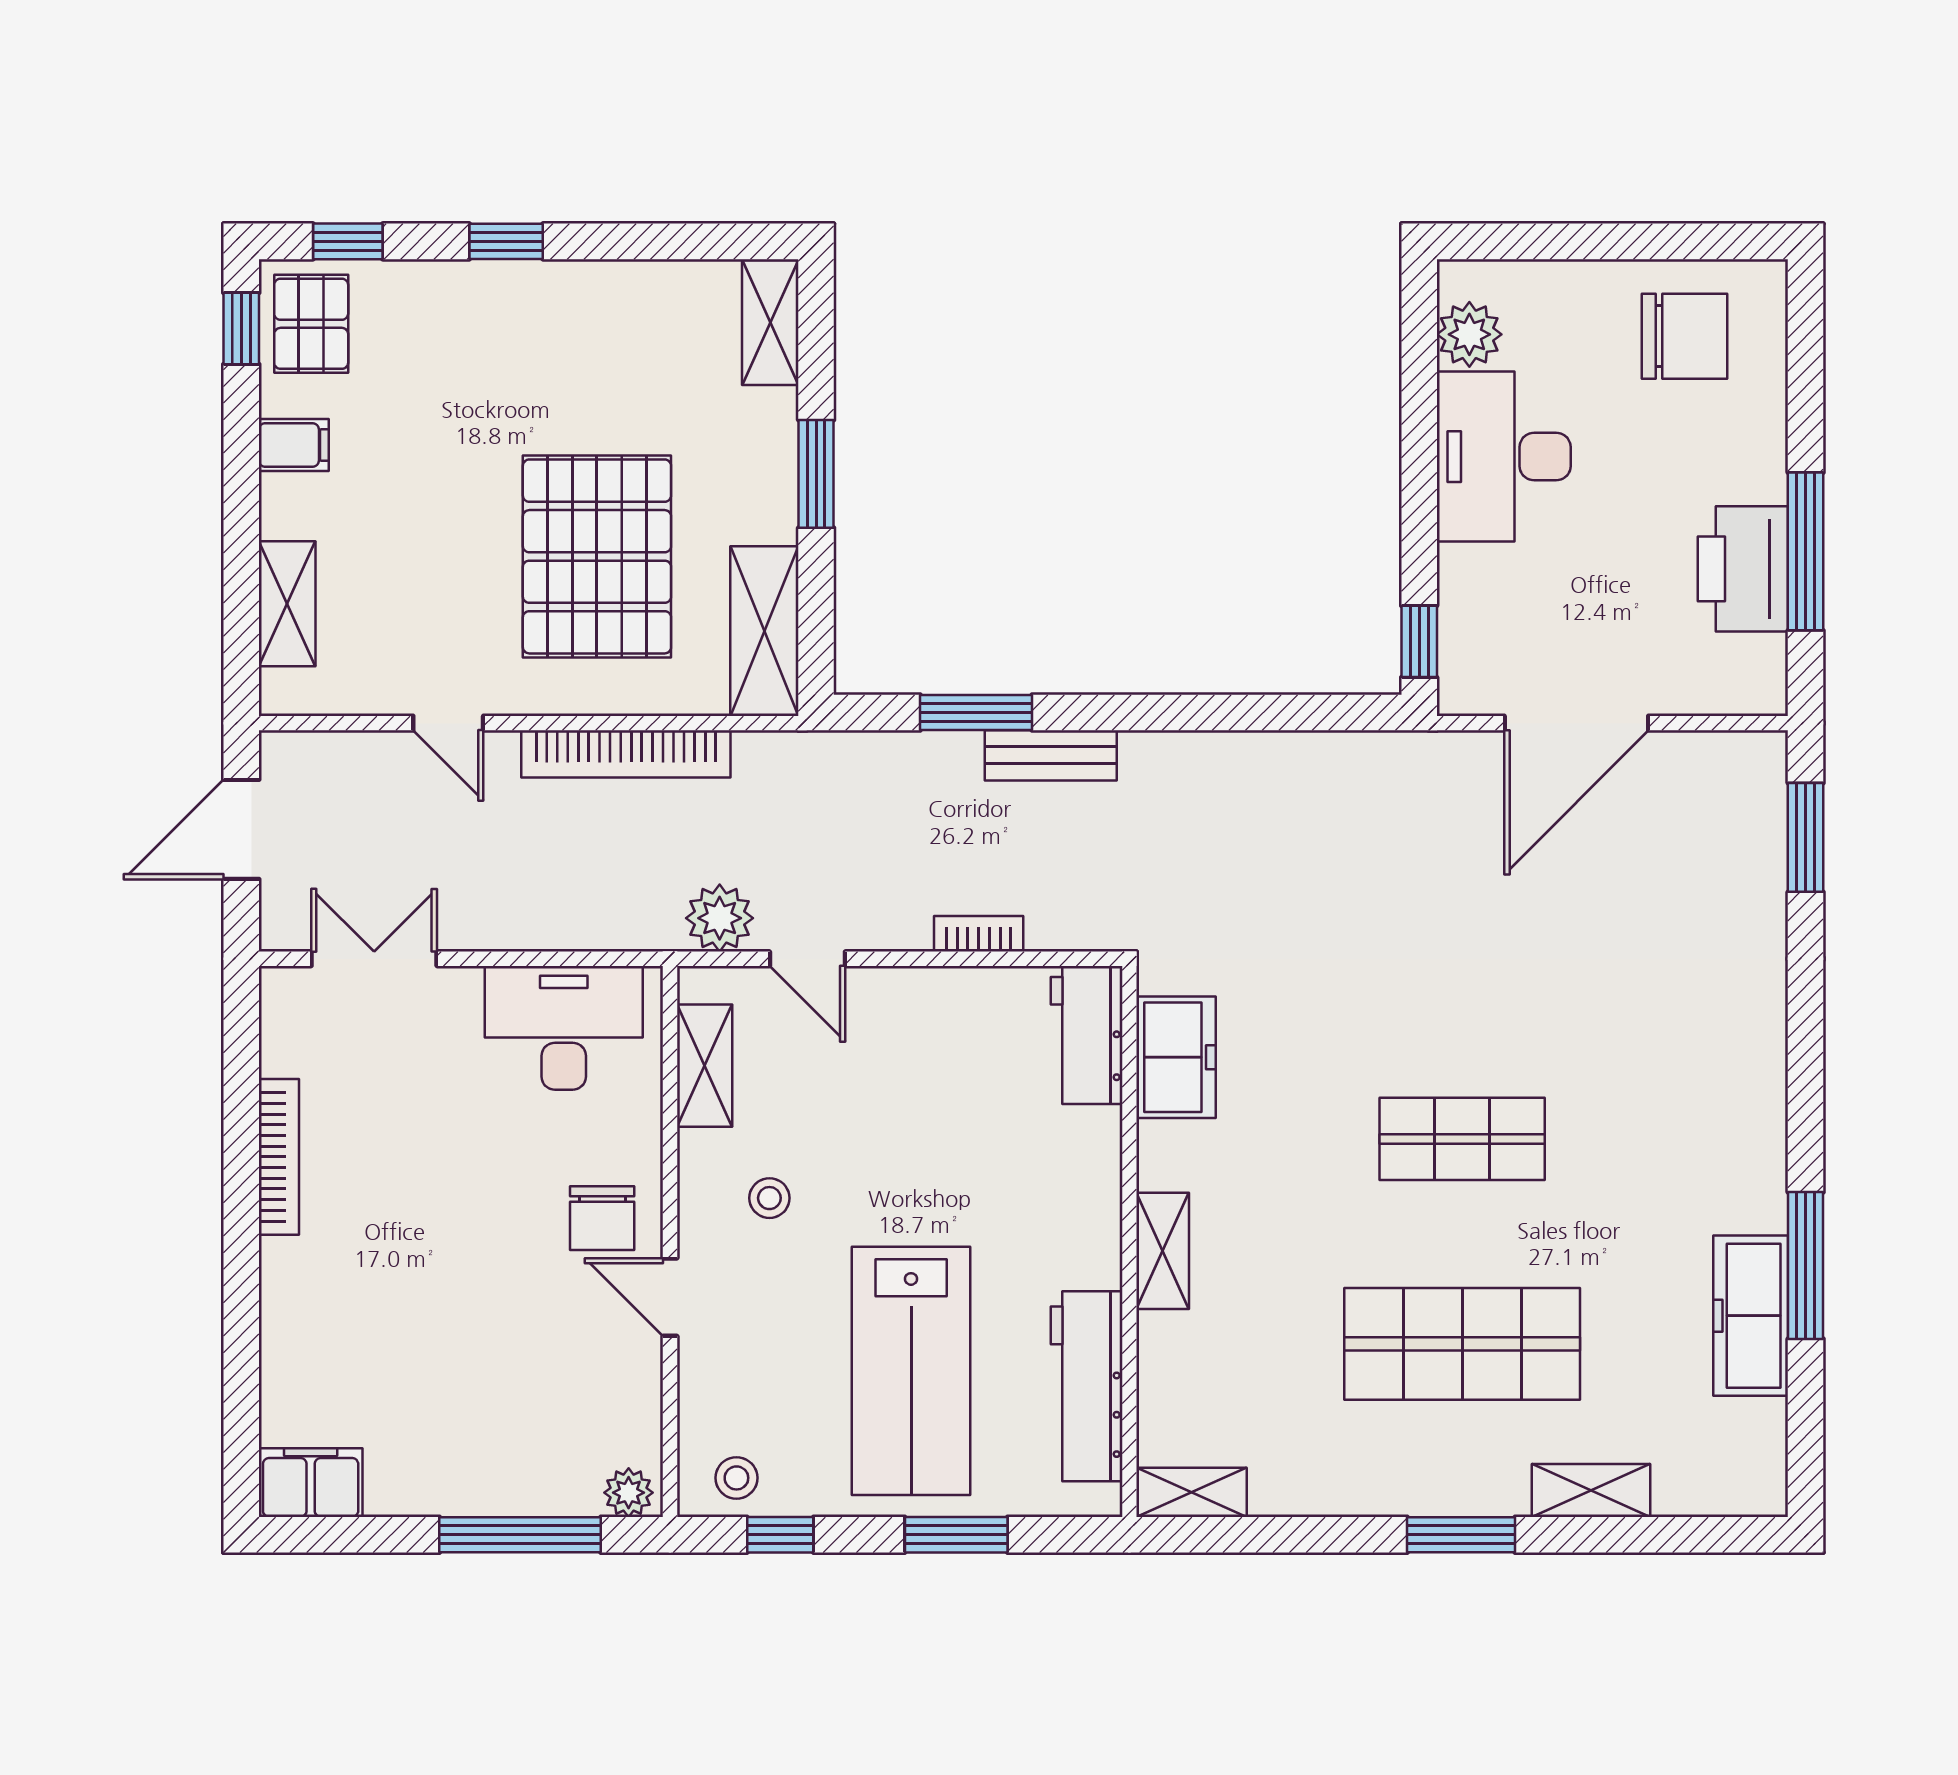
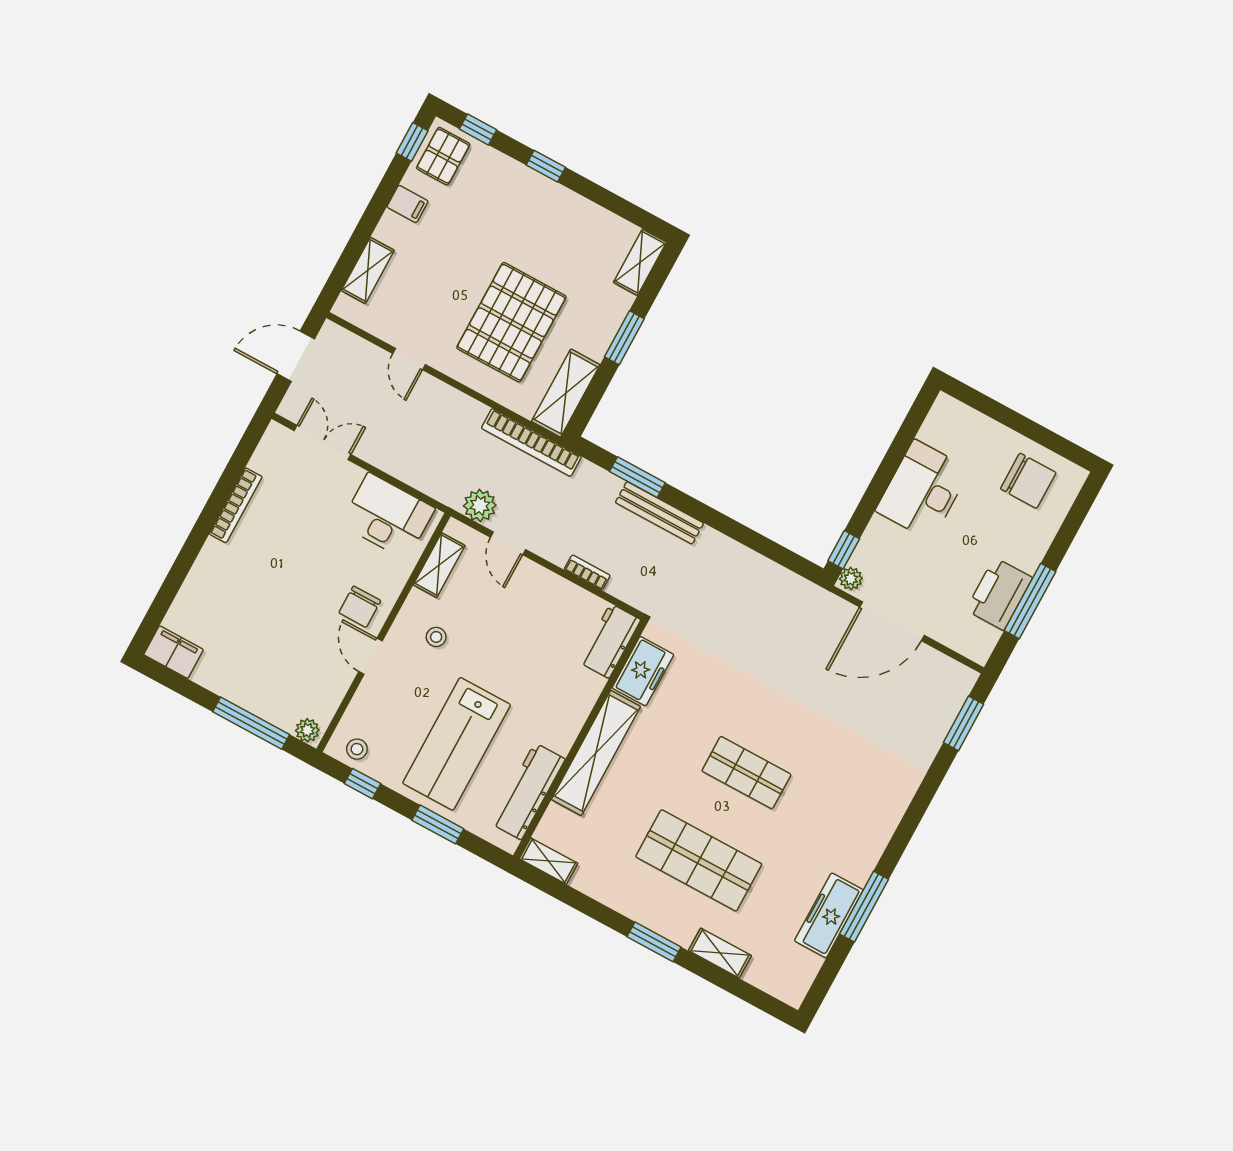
plant: (1469, 334) -> (851, 579), moved, width x0.73, depth x0.73
bookcase: (626, 754) -> (531, 442), moved
bench: (1051, 755) -> (659, 513), width x1.36
shelving: (1163, 1251) -> (596, 753), width x2.20, depth x1.33

